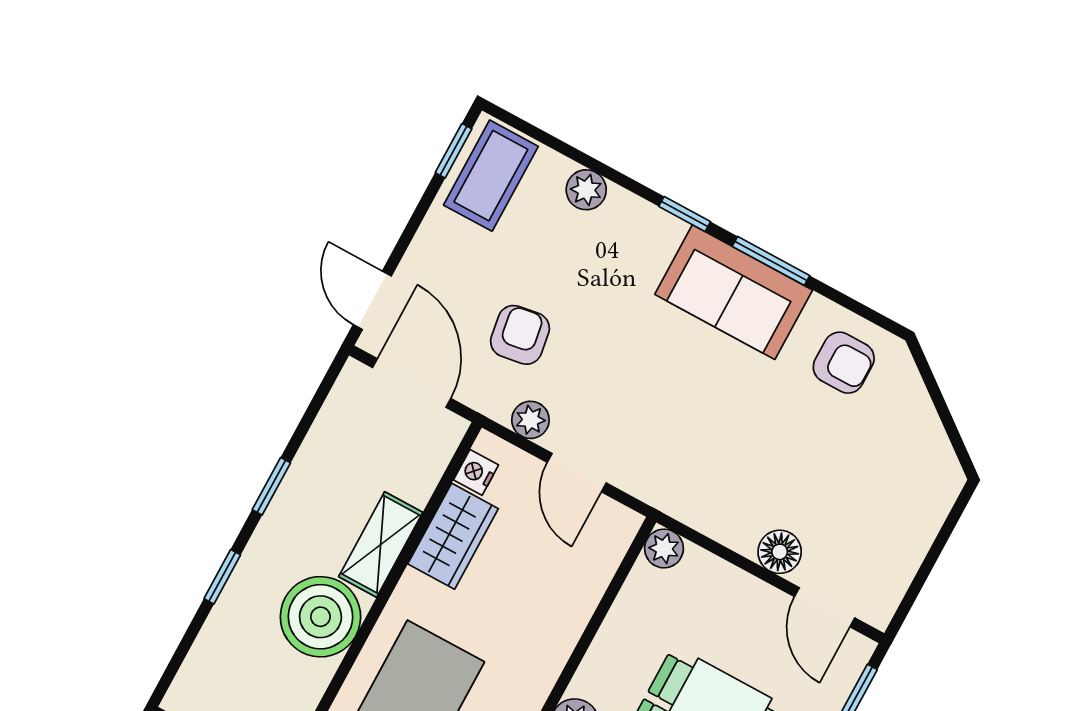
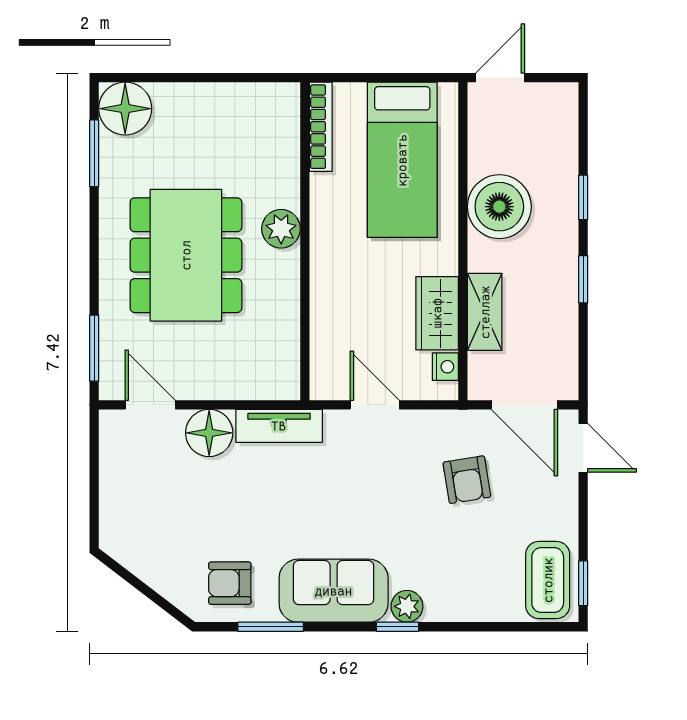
plant: (586, 190) -> (407, 606), moved
window: (771, 261) -> (271, 627), moved
plant: (530, 420) -> (427, 424), removed
tv unit: (695, 507) -> (279, 426), added
shelving: (381, 544) -> (485, 312), moved
plant: (664, 548) -> (285, 385), removed
floor lamp: (780, 552) -> (209, 433), width x1.38, depth x1.38

